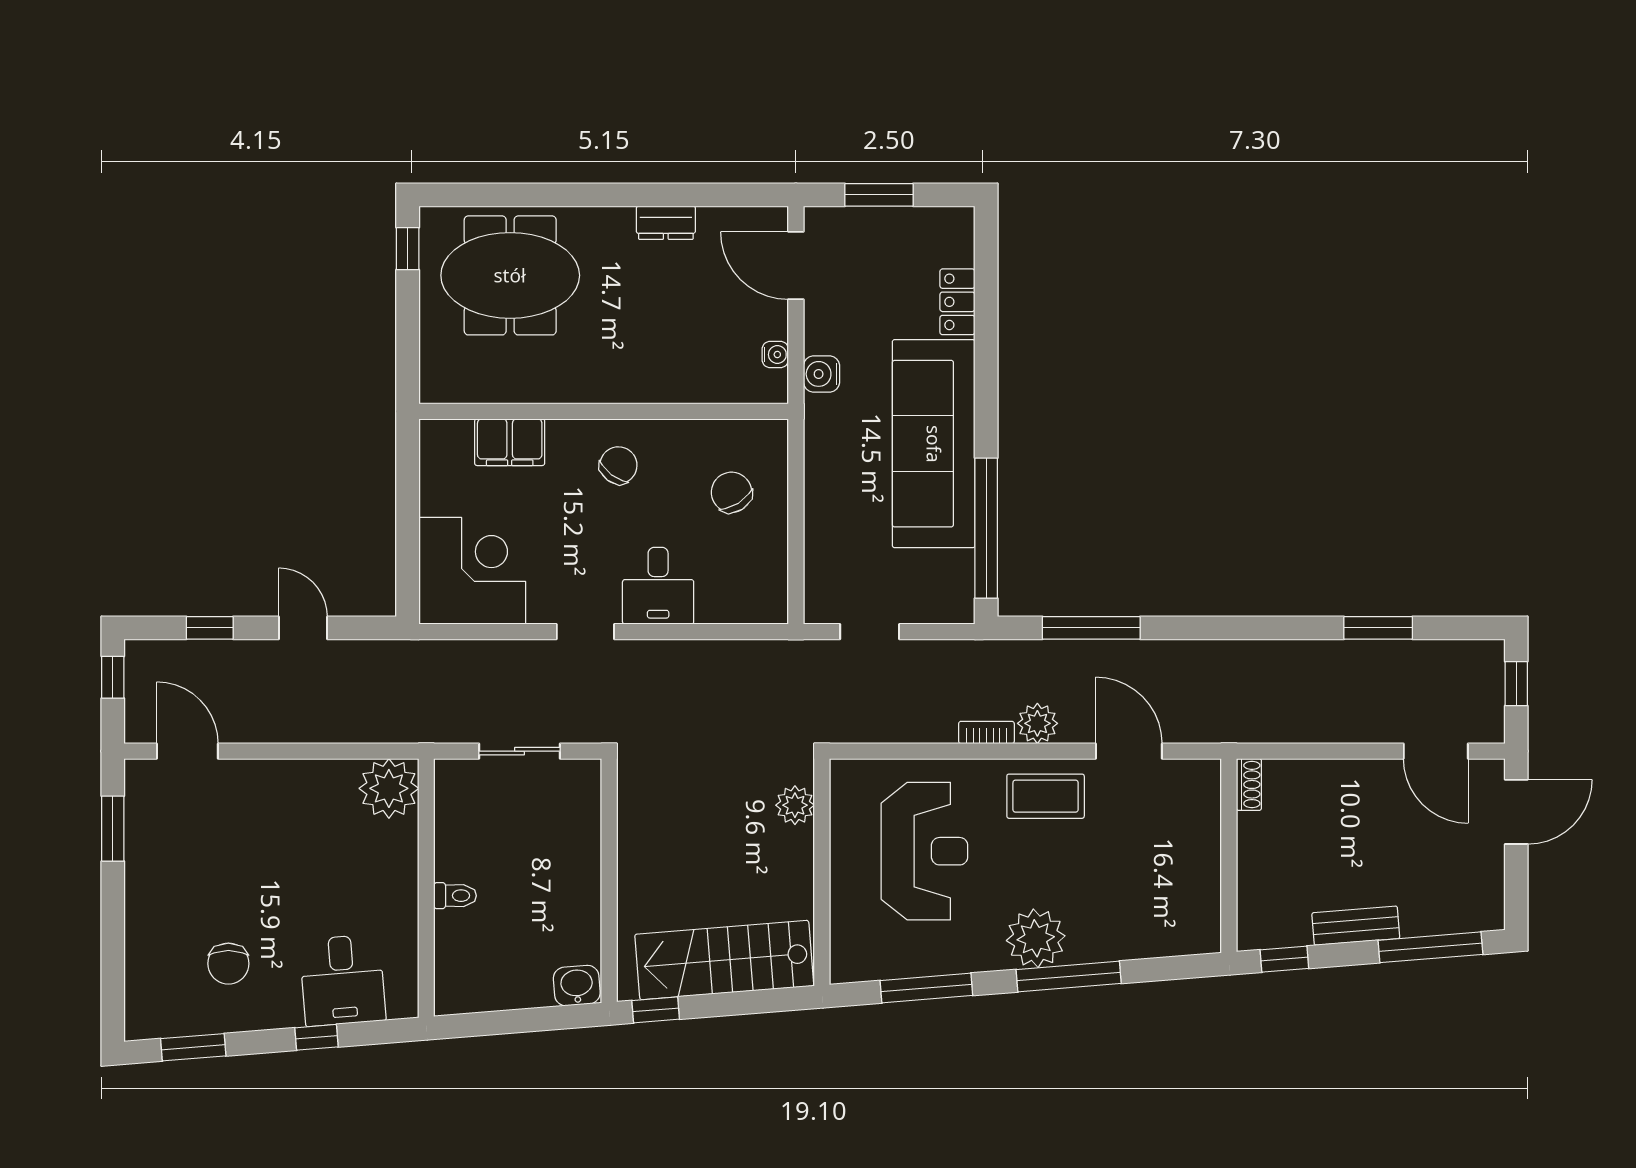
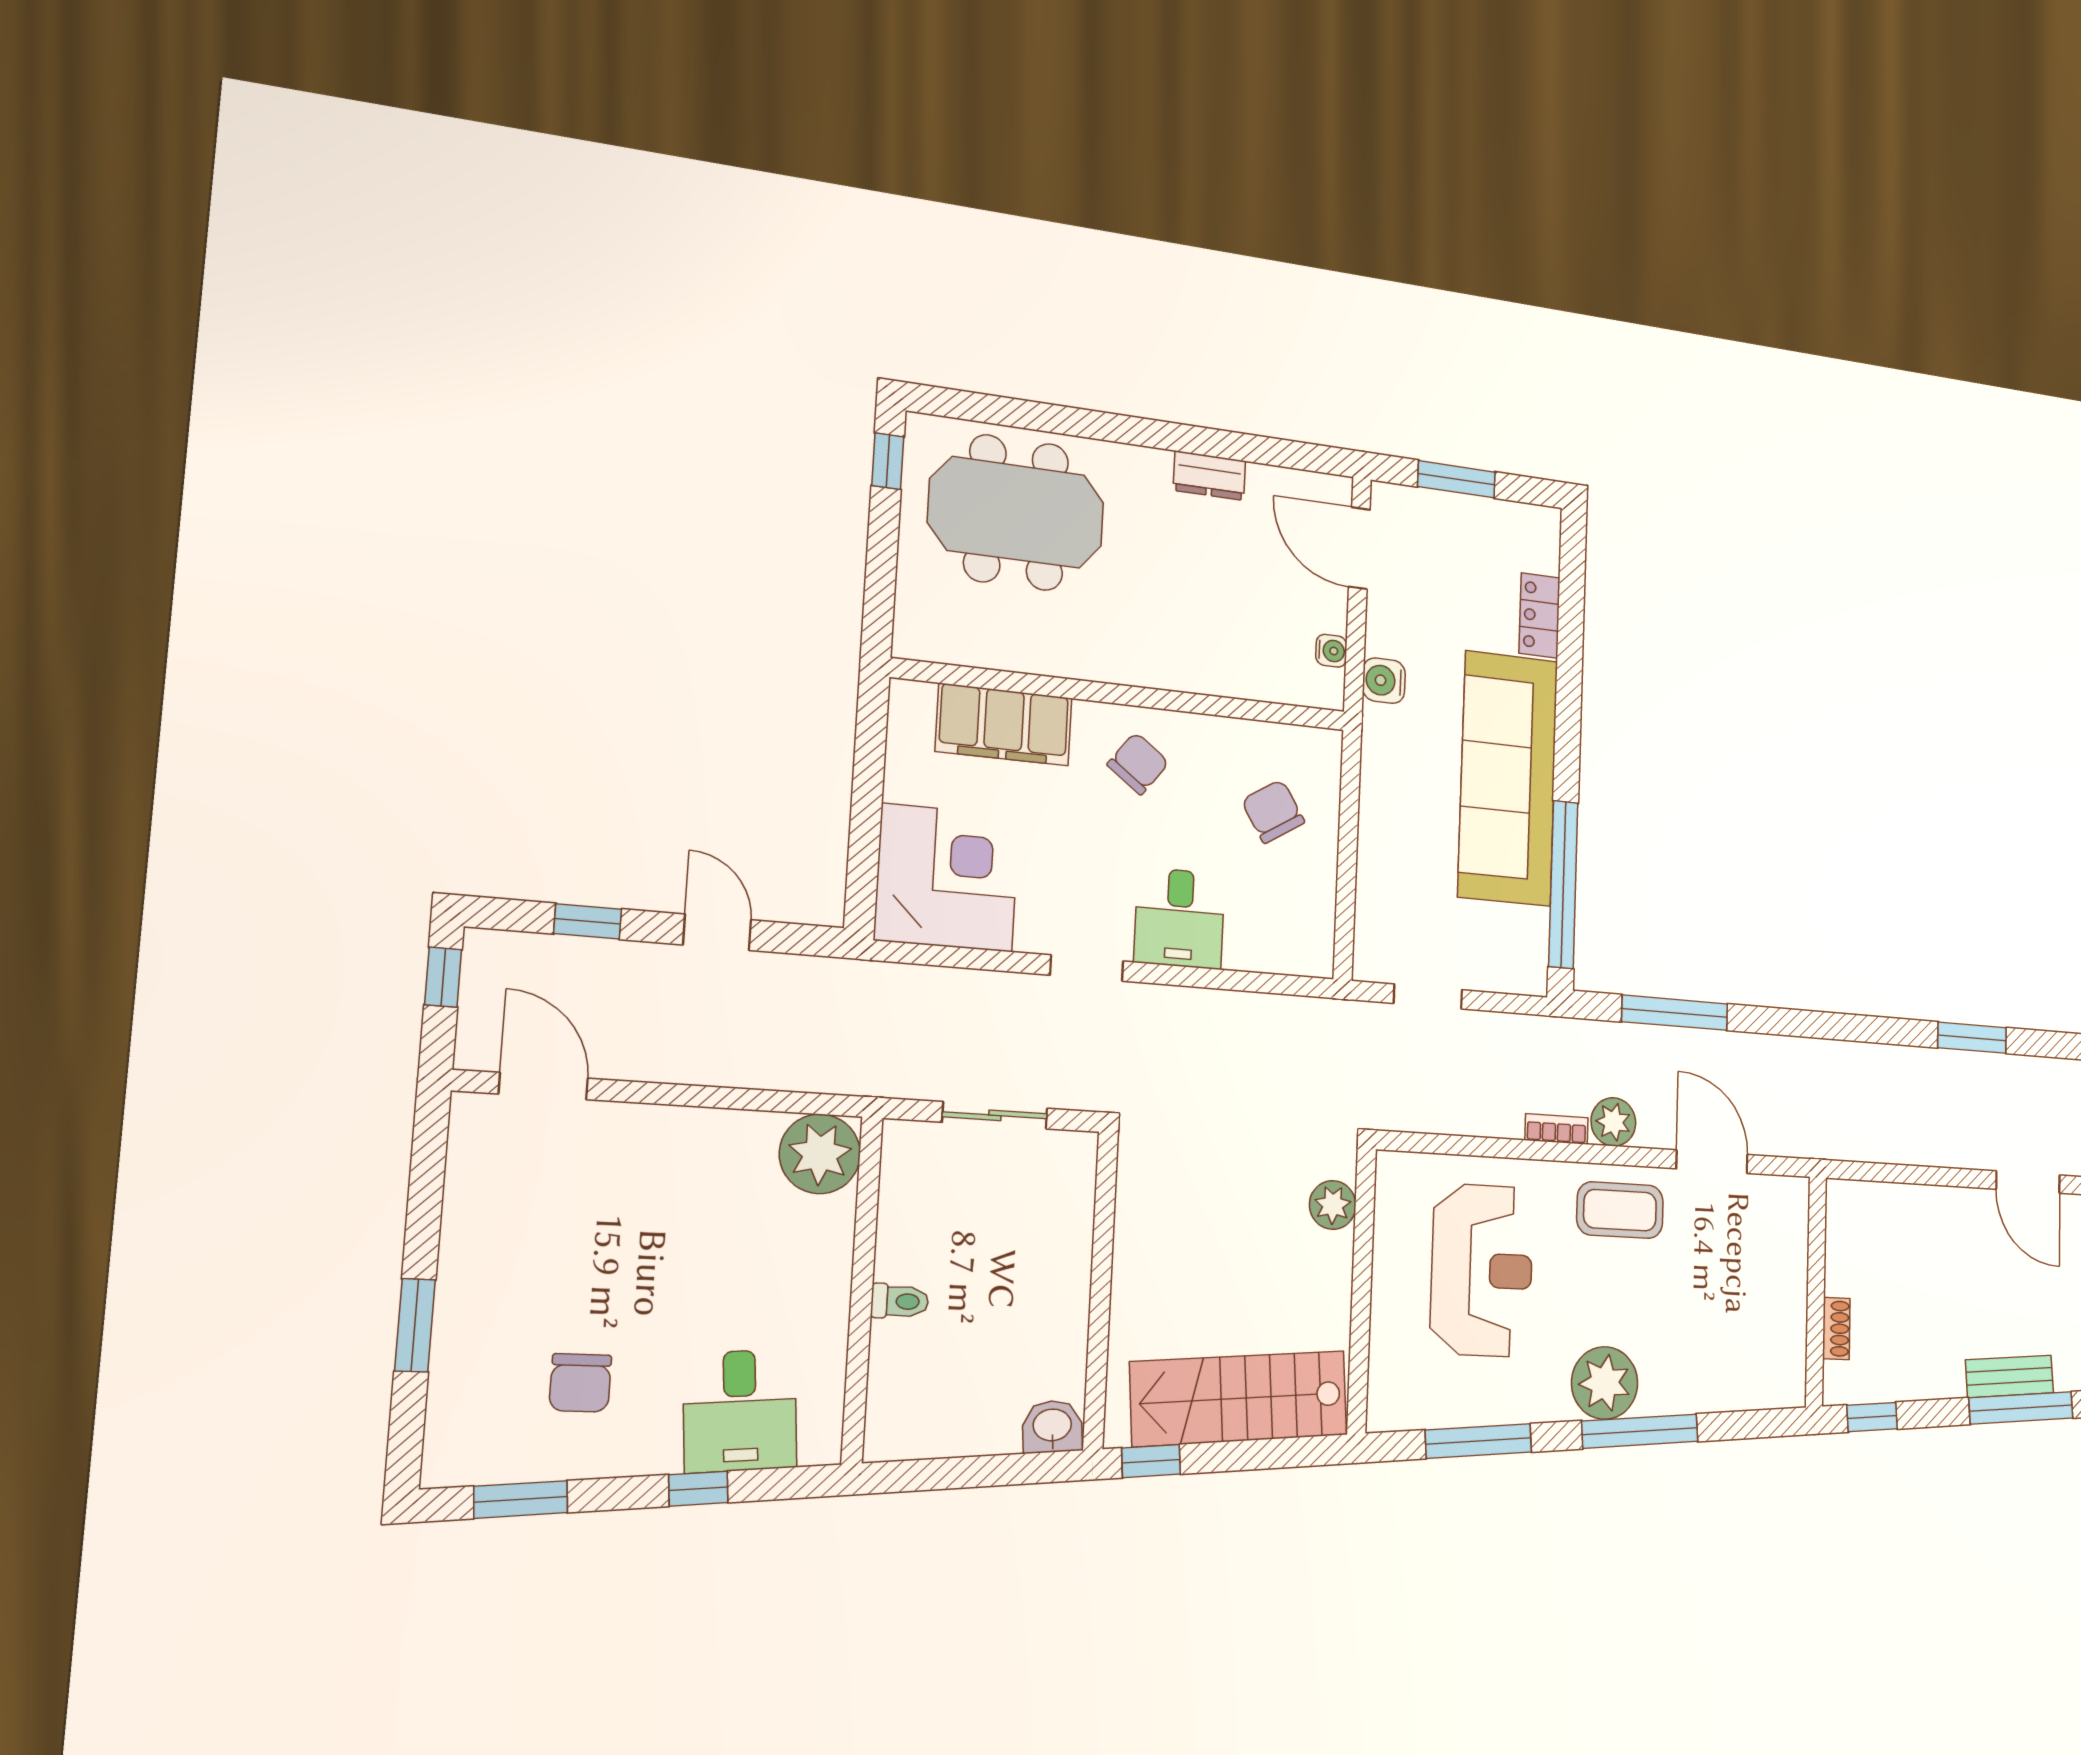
filing cabinet: (510, 442) -> (1004, 725), width x1.50, depth x1.17
shoe rack: (1249, 784) -> (1836, 1329), moved
window: (113, 829) -> (415, 1325), moved
bench: (1356, 926) -> (2010, 1376), moved

